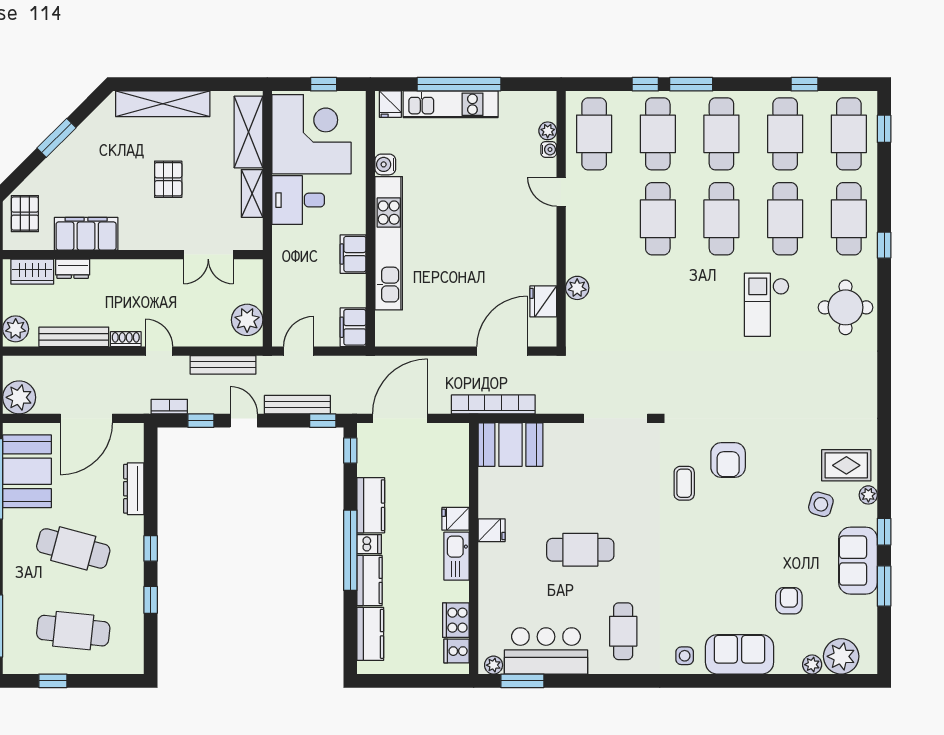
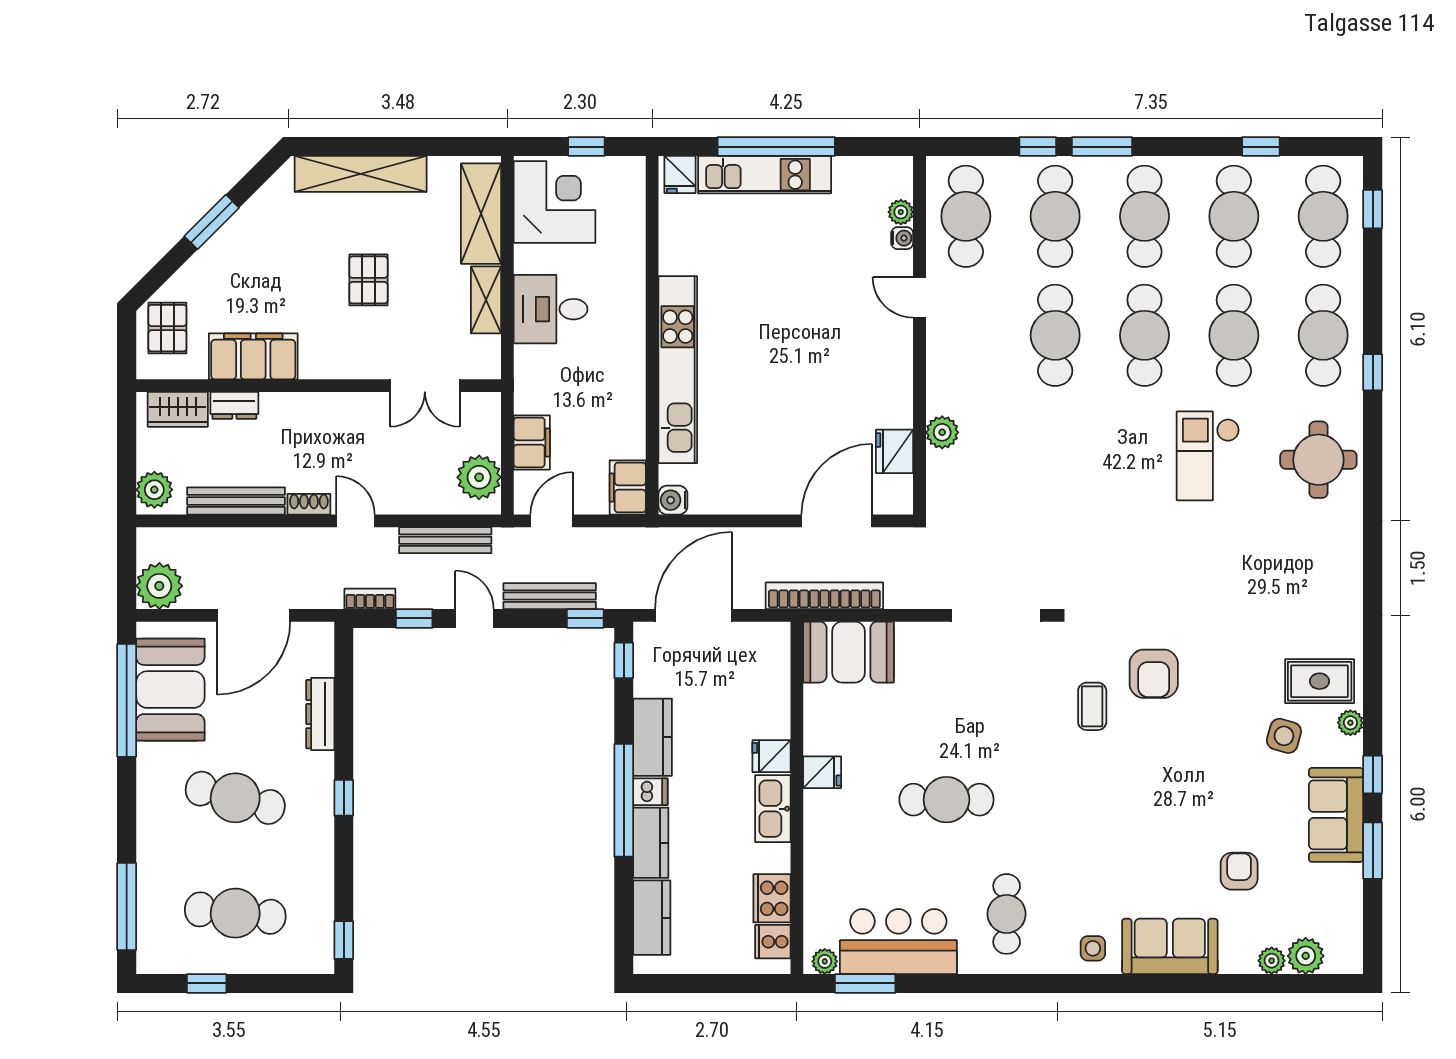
corner desk: (311, 134) -> (555, 202), width x0.74, depth x0.74
water cooler: (385, 164) -> (673, 500), moved
filing cabinet: (353, 254) -> (532, 442), moved, turned 180
window: (151, 600) -> (344, 940), moved
plant: (841, 656) -> (1306, 956), width x0.73, depth x0.73

